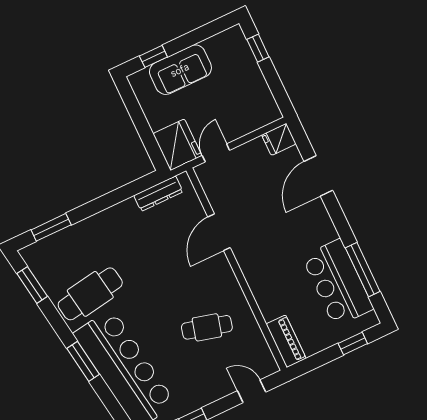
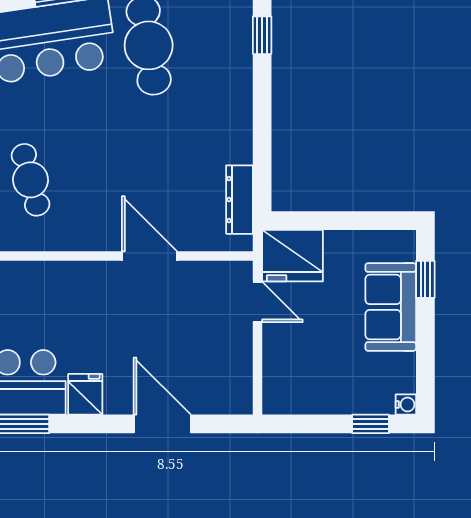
water cooler: (236, 32) -> (406, 404), added
fridge: (279, 139) -> (85, 394), moved
window: (51, 227) -> (262, 35), width x0.67
cafe table: (207, 327) -> (30, 180), turned -30

